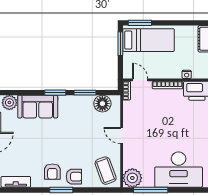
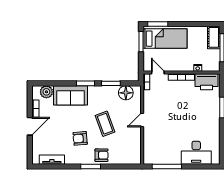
door: (122, 135) -> (142, 120), hinge flipped
desk: (179, 170) -> (196, 153), width x0.73, depth x0.77
coffee table: (106, 171) -> (105, 124), moved
armchair: (52, 172) -> (80, 138), moved, turned 85
plant: (132, 178) -> (151, 156), removed

